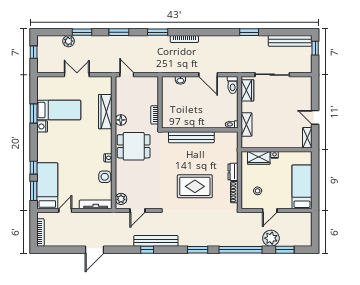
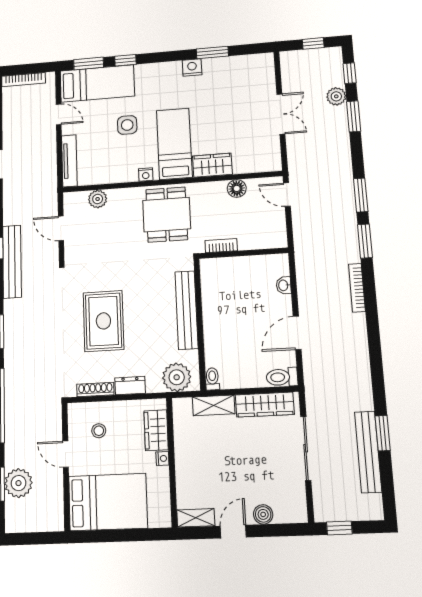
window: (55, 32) -> (350, 73), added
window: (119, 32) -> (361, 195), moved
window: (249, 32) -> (383, 433), moved
bench: (290, 41) -> (368, 452), moved
window: (315, 48) -> (339, 528), moved
door: (127, 75) -> (287, 195), swing flipped
wardrobe: (247, 90) -> (265, 405), width x1.50
boiler: (307, 100) -> (263, 514), added
bed: (59, 110) -> (174, 144), moved, turned 180
wardrobe: (105, 112) -> (212, 165), width x0.67
floor lamp: (121, 120) -> (237, 188), moved
plant: (230, 145) -> (177, 377), added
side table: (105, 177) -> (127, 125), moved
bed: (302, 187) -> (108, 502), width x1.50
plant: (121, 199) -> (98, 199), moved
plant: (271, 238) -> (18, 483), moved

